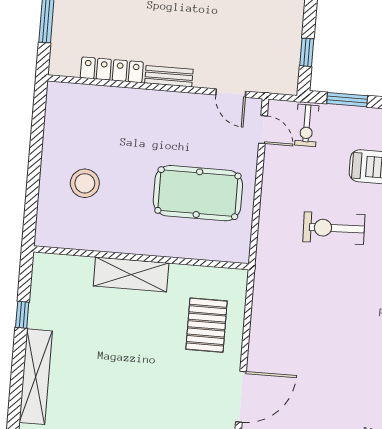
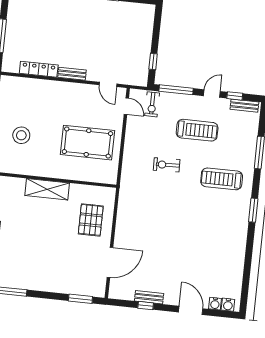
window: (347, 100) -> (176, 90), width x1.44
exercise bike: (334, 228) -> (167, 165), width x0.73, depth x0.72

